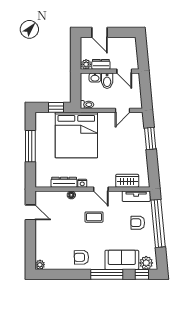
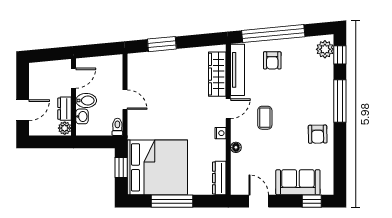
door: (122, 110) -> (125, 100), moved
bed: (76, 135) -> (157, 167), moved
wardrobe: (127, 181) -> (217, 74), width x1.50
dresser: (64, 182) -> (219, 178), moved
tv unit: (136, 196) -> (238, 70), width x1.41
door: (30, 212) -> (259, 201), hinge flipped
window: (30, 253) -> (312, 201), added
sofa: (122, 260) -> (298, 182), moved, turned 90
plant: (40, 265) -> (327, 189), removed

